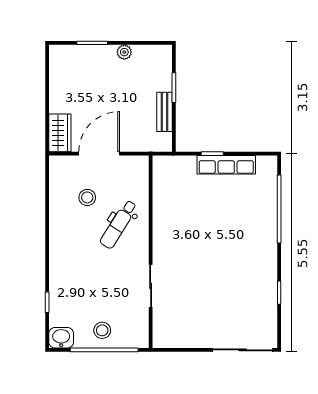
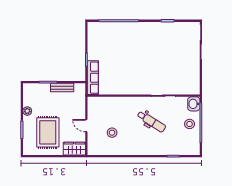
rug: (88, 87) -> (48, 132), added
door: (99, 154) -> (86, 126), width x0.53
row of seats: (226, 165) -> (93, 78), moved
dental chair: (119, 224) -> (151, 122), moved
washbasin: (61, 338) -> (194, 104), moved

